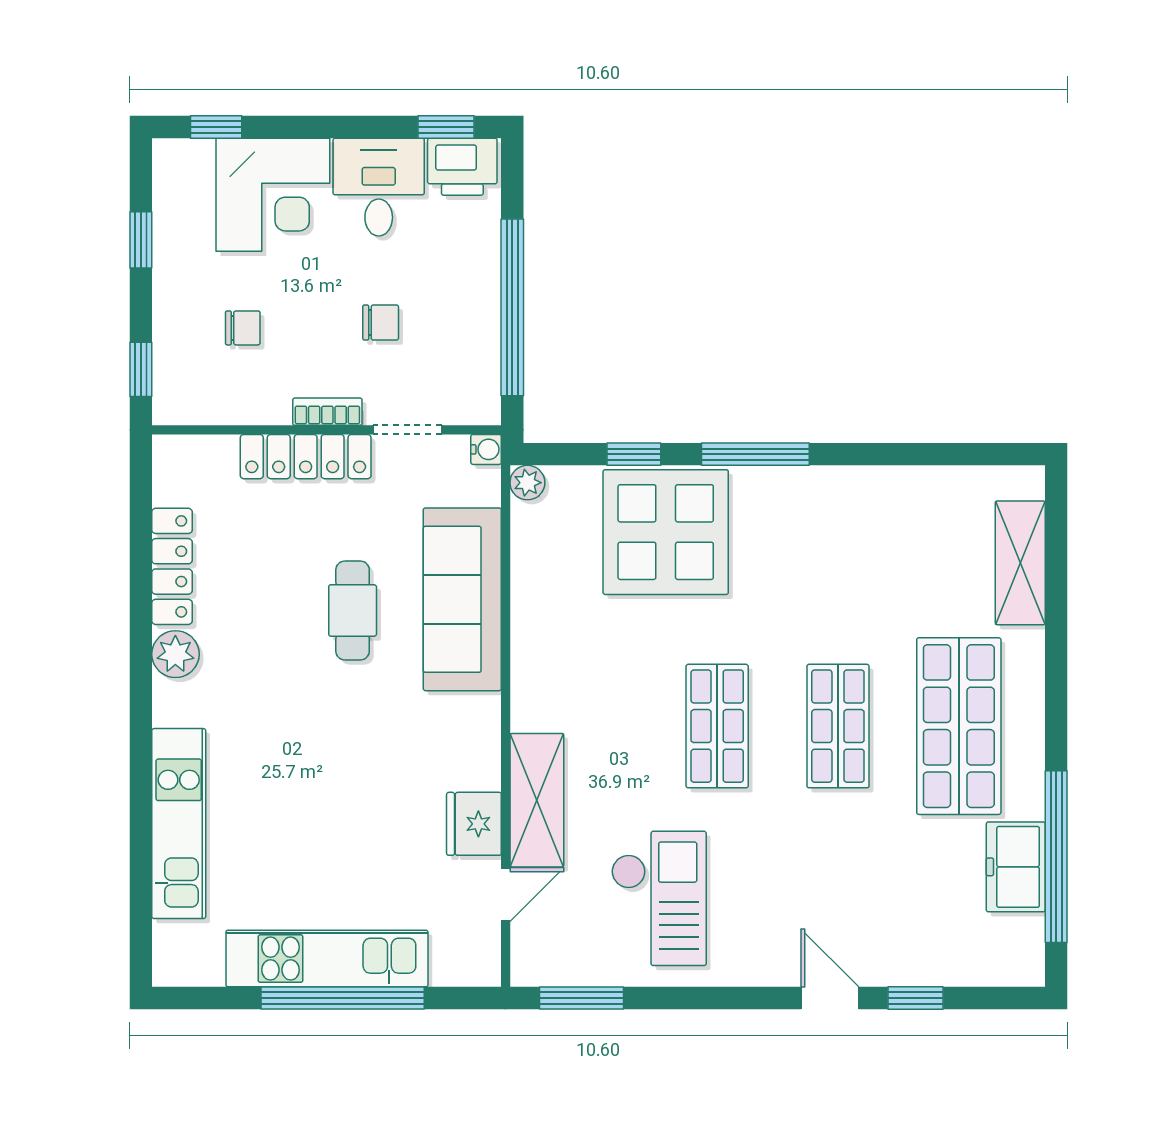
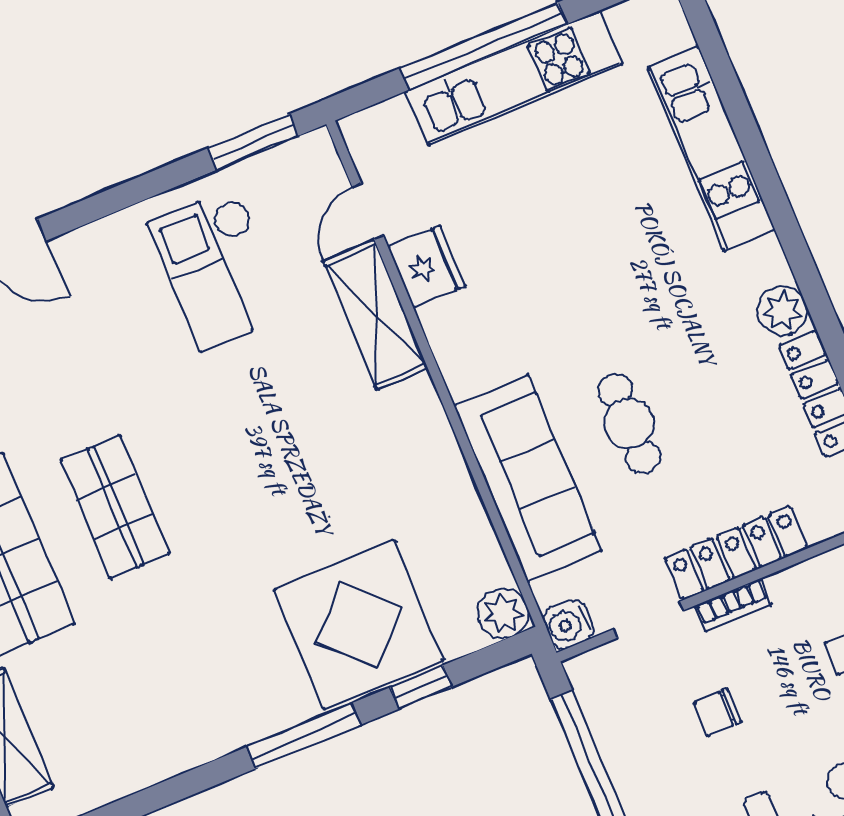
water cooler: (486, 449) -> (568, 625), width x1.38, depth x1.38
plant: (527, 483) -> (503, 613), width x1.38, depth x1.38
shop shelf: (717, 726) -> (231, 458), removed

